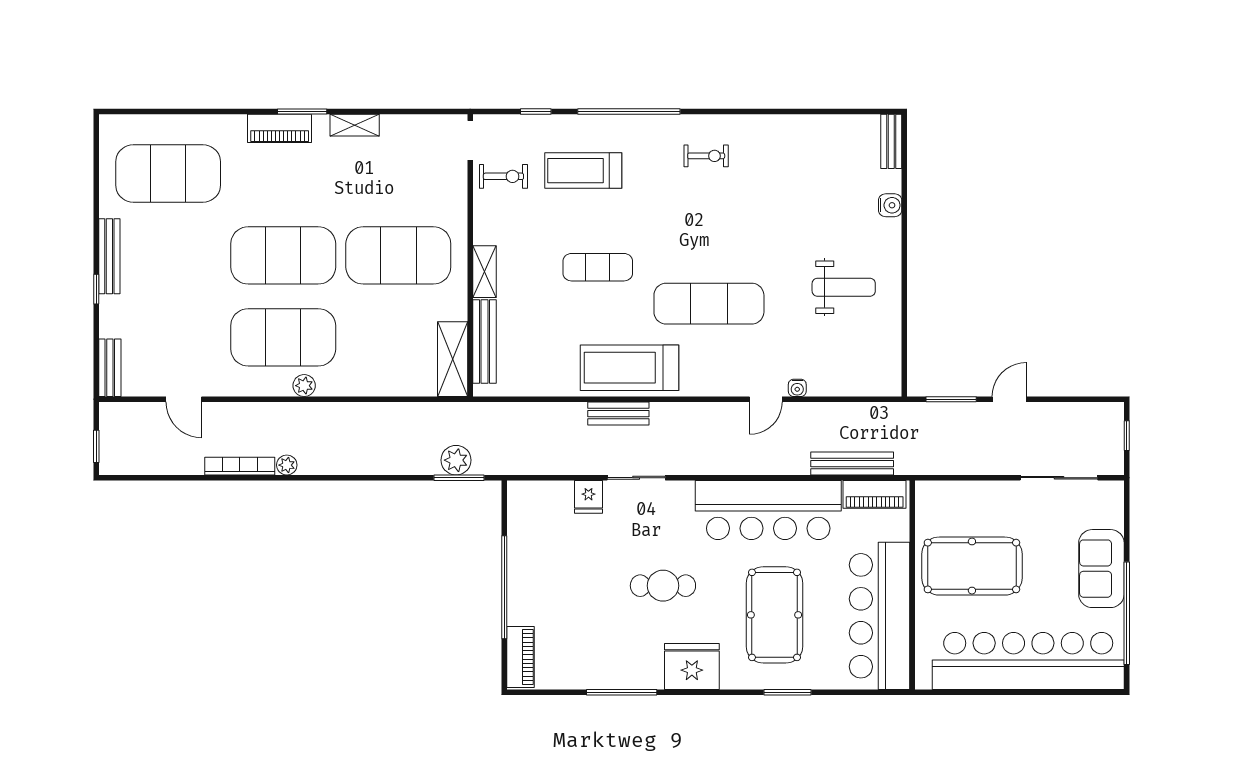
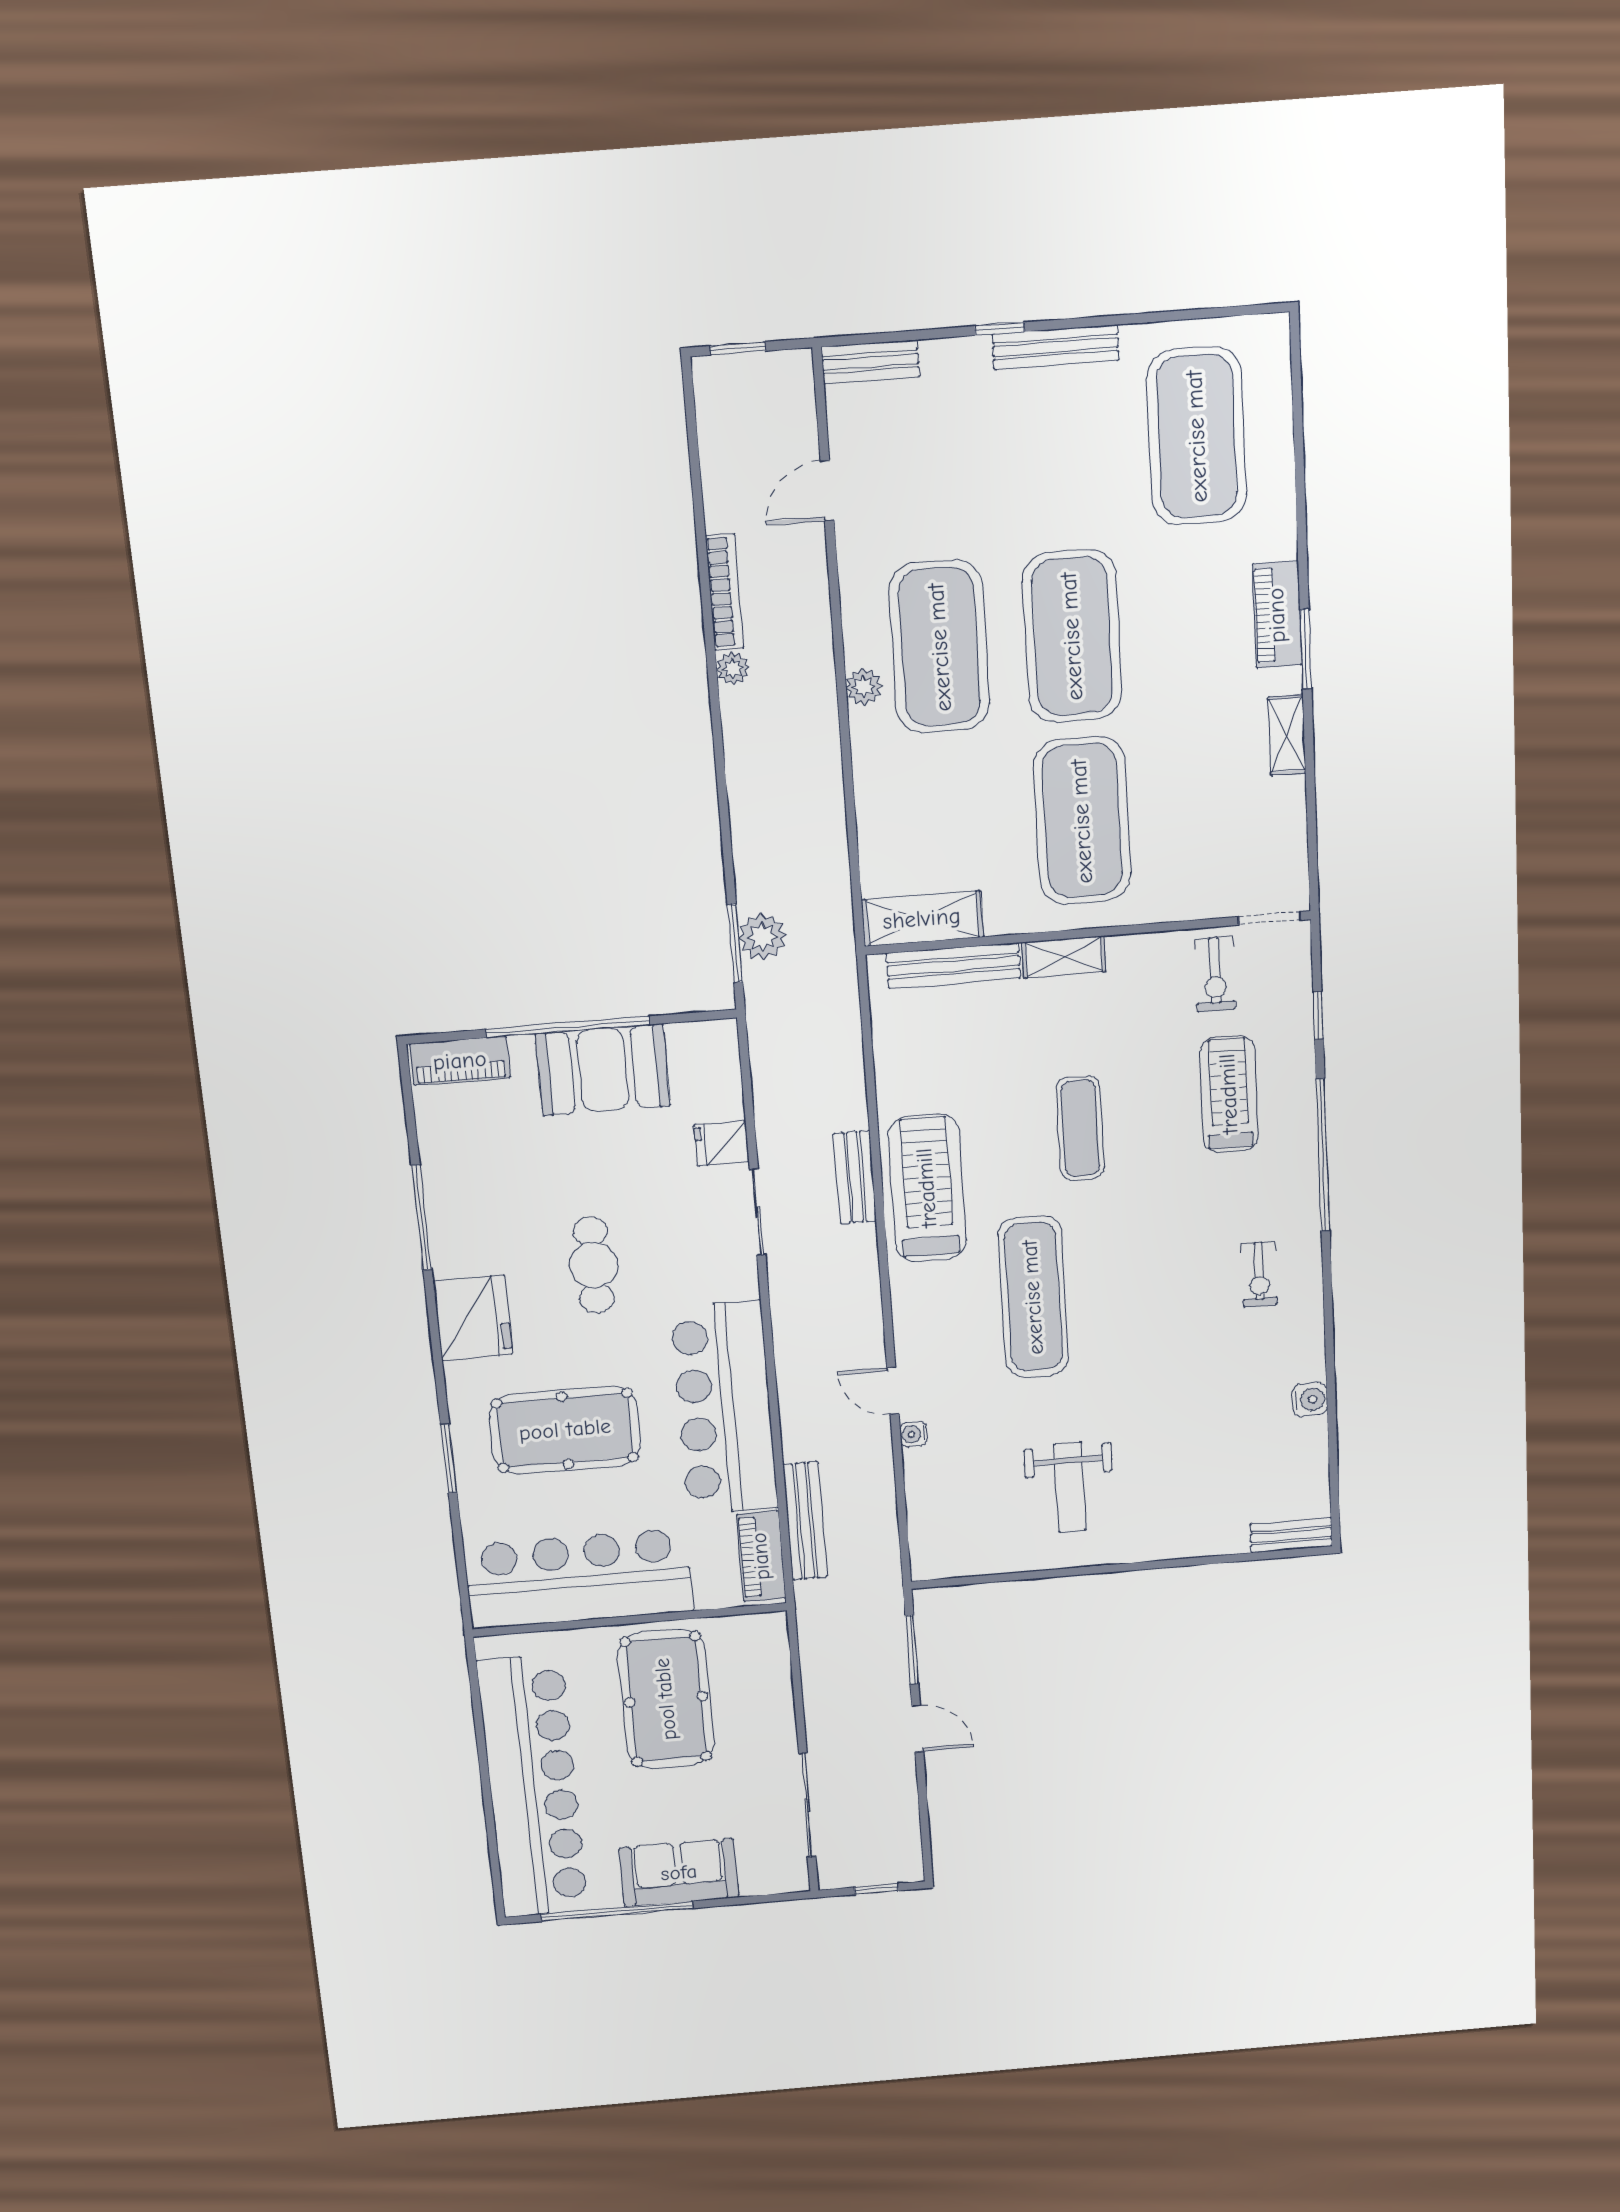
water cooler: (890, 205) -> (1310, 1399), moved, turned -90
booth: (534, 568) -> (603, 1070), added

